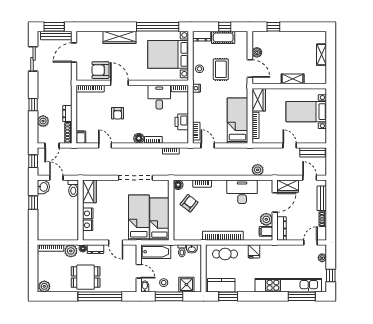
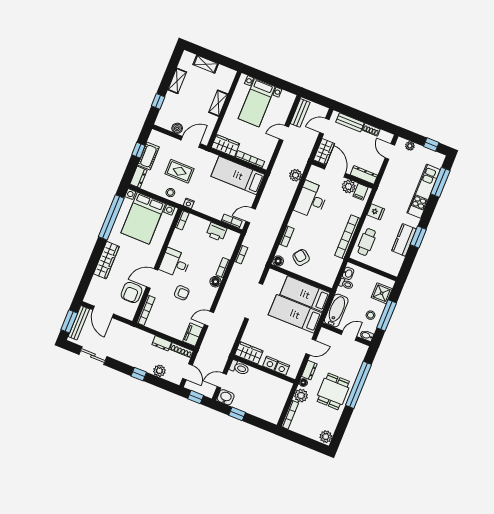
shelving: (297, 36) -> (177, 81), added
desk: (159, 97) -> (175, 263), moved
filing cabinet: (81, 137) -> (193, 335), width x2.00
kitchen counter: (221, 285) -> (404, 240), moved
kitchen unit: (288, 285) -> (424, 191), width x0.73
window: (228, 296) -> (418, 237), moved

